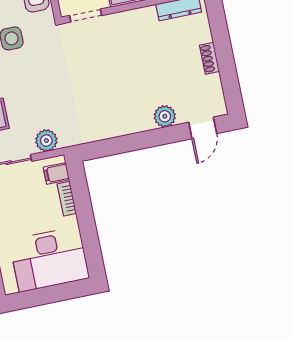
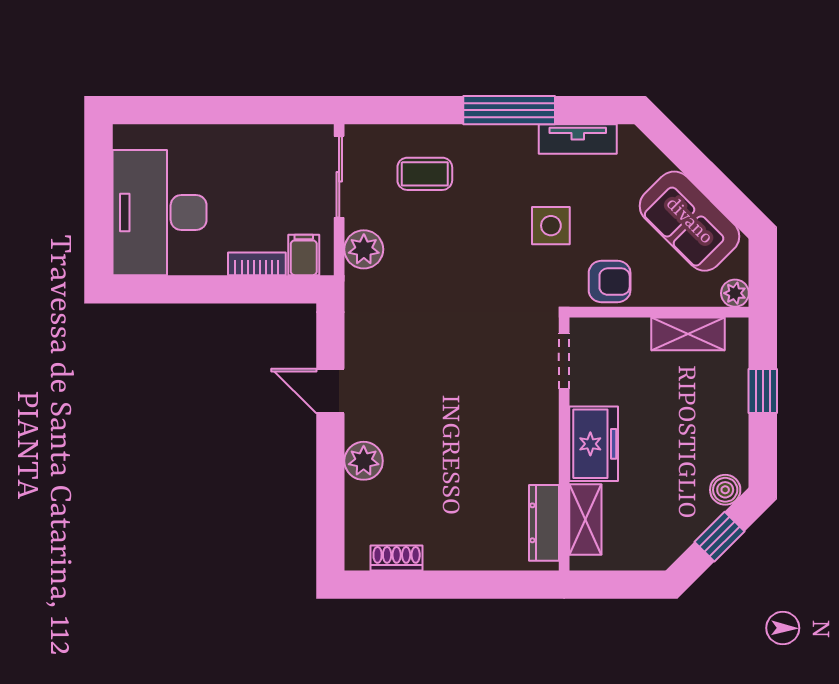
shoe rack: (210, 58) -> (397, 558), moved
door: (203, 128) -> (330, 391), moved

